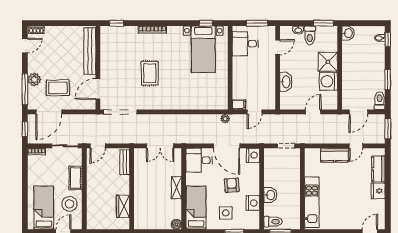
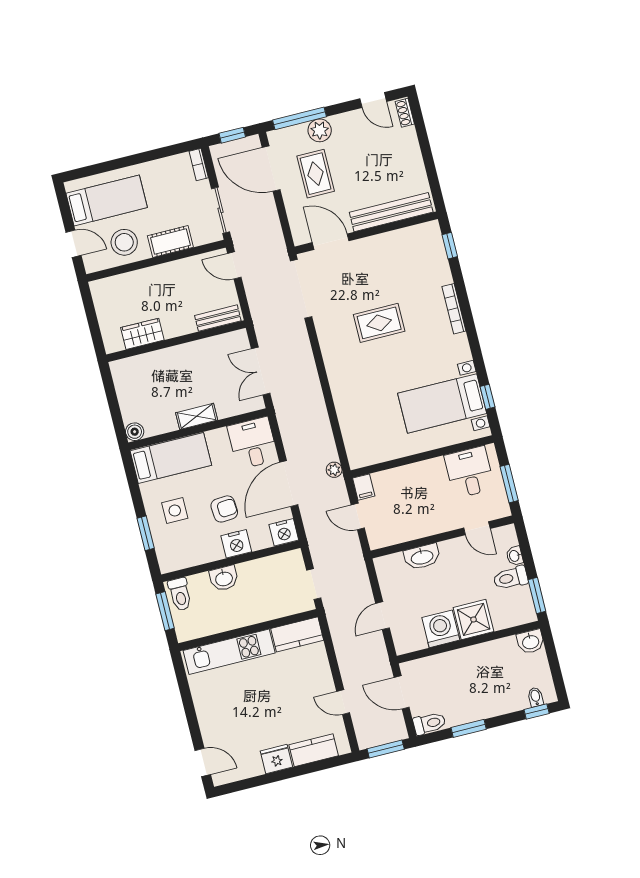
door: (313, 112) -> (383, 616), swing flipped
kitchen counter: (335, 155) -> (297, 634), moved, turned -90
nightstand: (253, 203) -> (236, 544), moved

